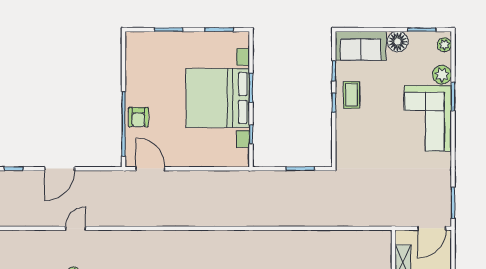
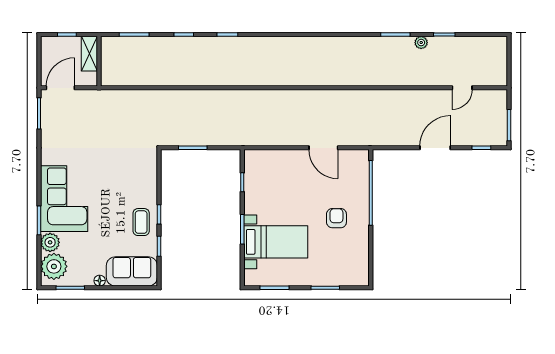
floor lamp: (398, 42) -> (100, 281), width x0.53, depth x0.53
plant: (444, 45) -> (54, 266), width x1.87, depth x1.87
bed with nightstands: (218, 98) -> (276, 242), width x0.54
armchair: (138, 117) -> (336, 218), moved
door: (150, 169) -> (323, 148), moved
door: (76, 228) -> (462, 88), moved

